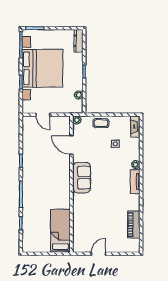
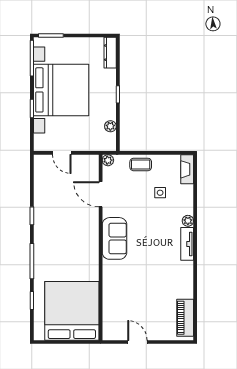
piano: (134, 224) -> (185, 318), moved
bed: (60, 231) -> (72, 311), width x2.04
door: (99, 254) -> (137, 342), hinge flipped

